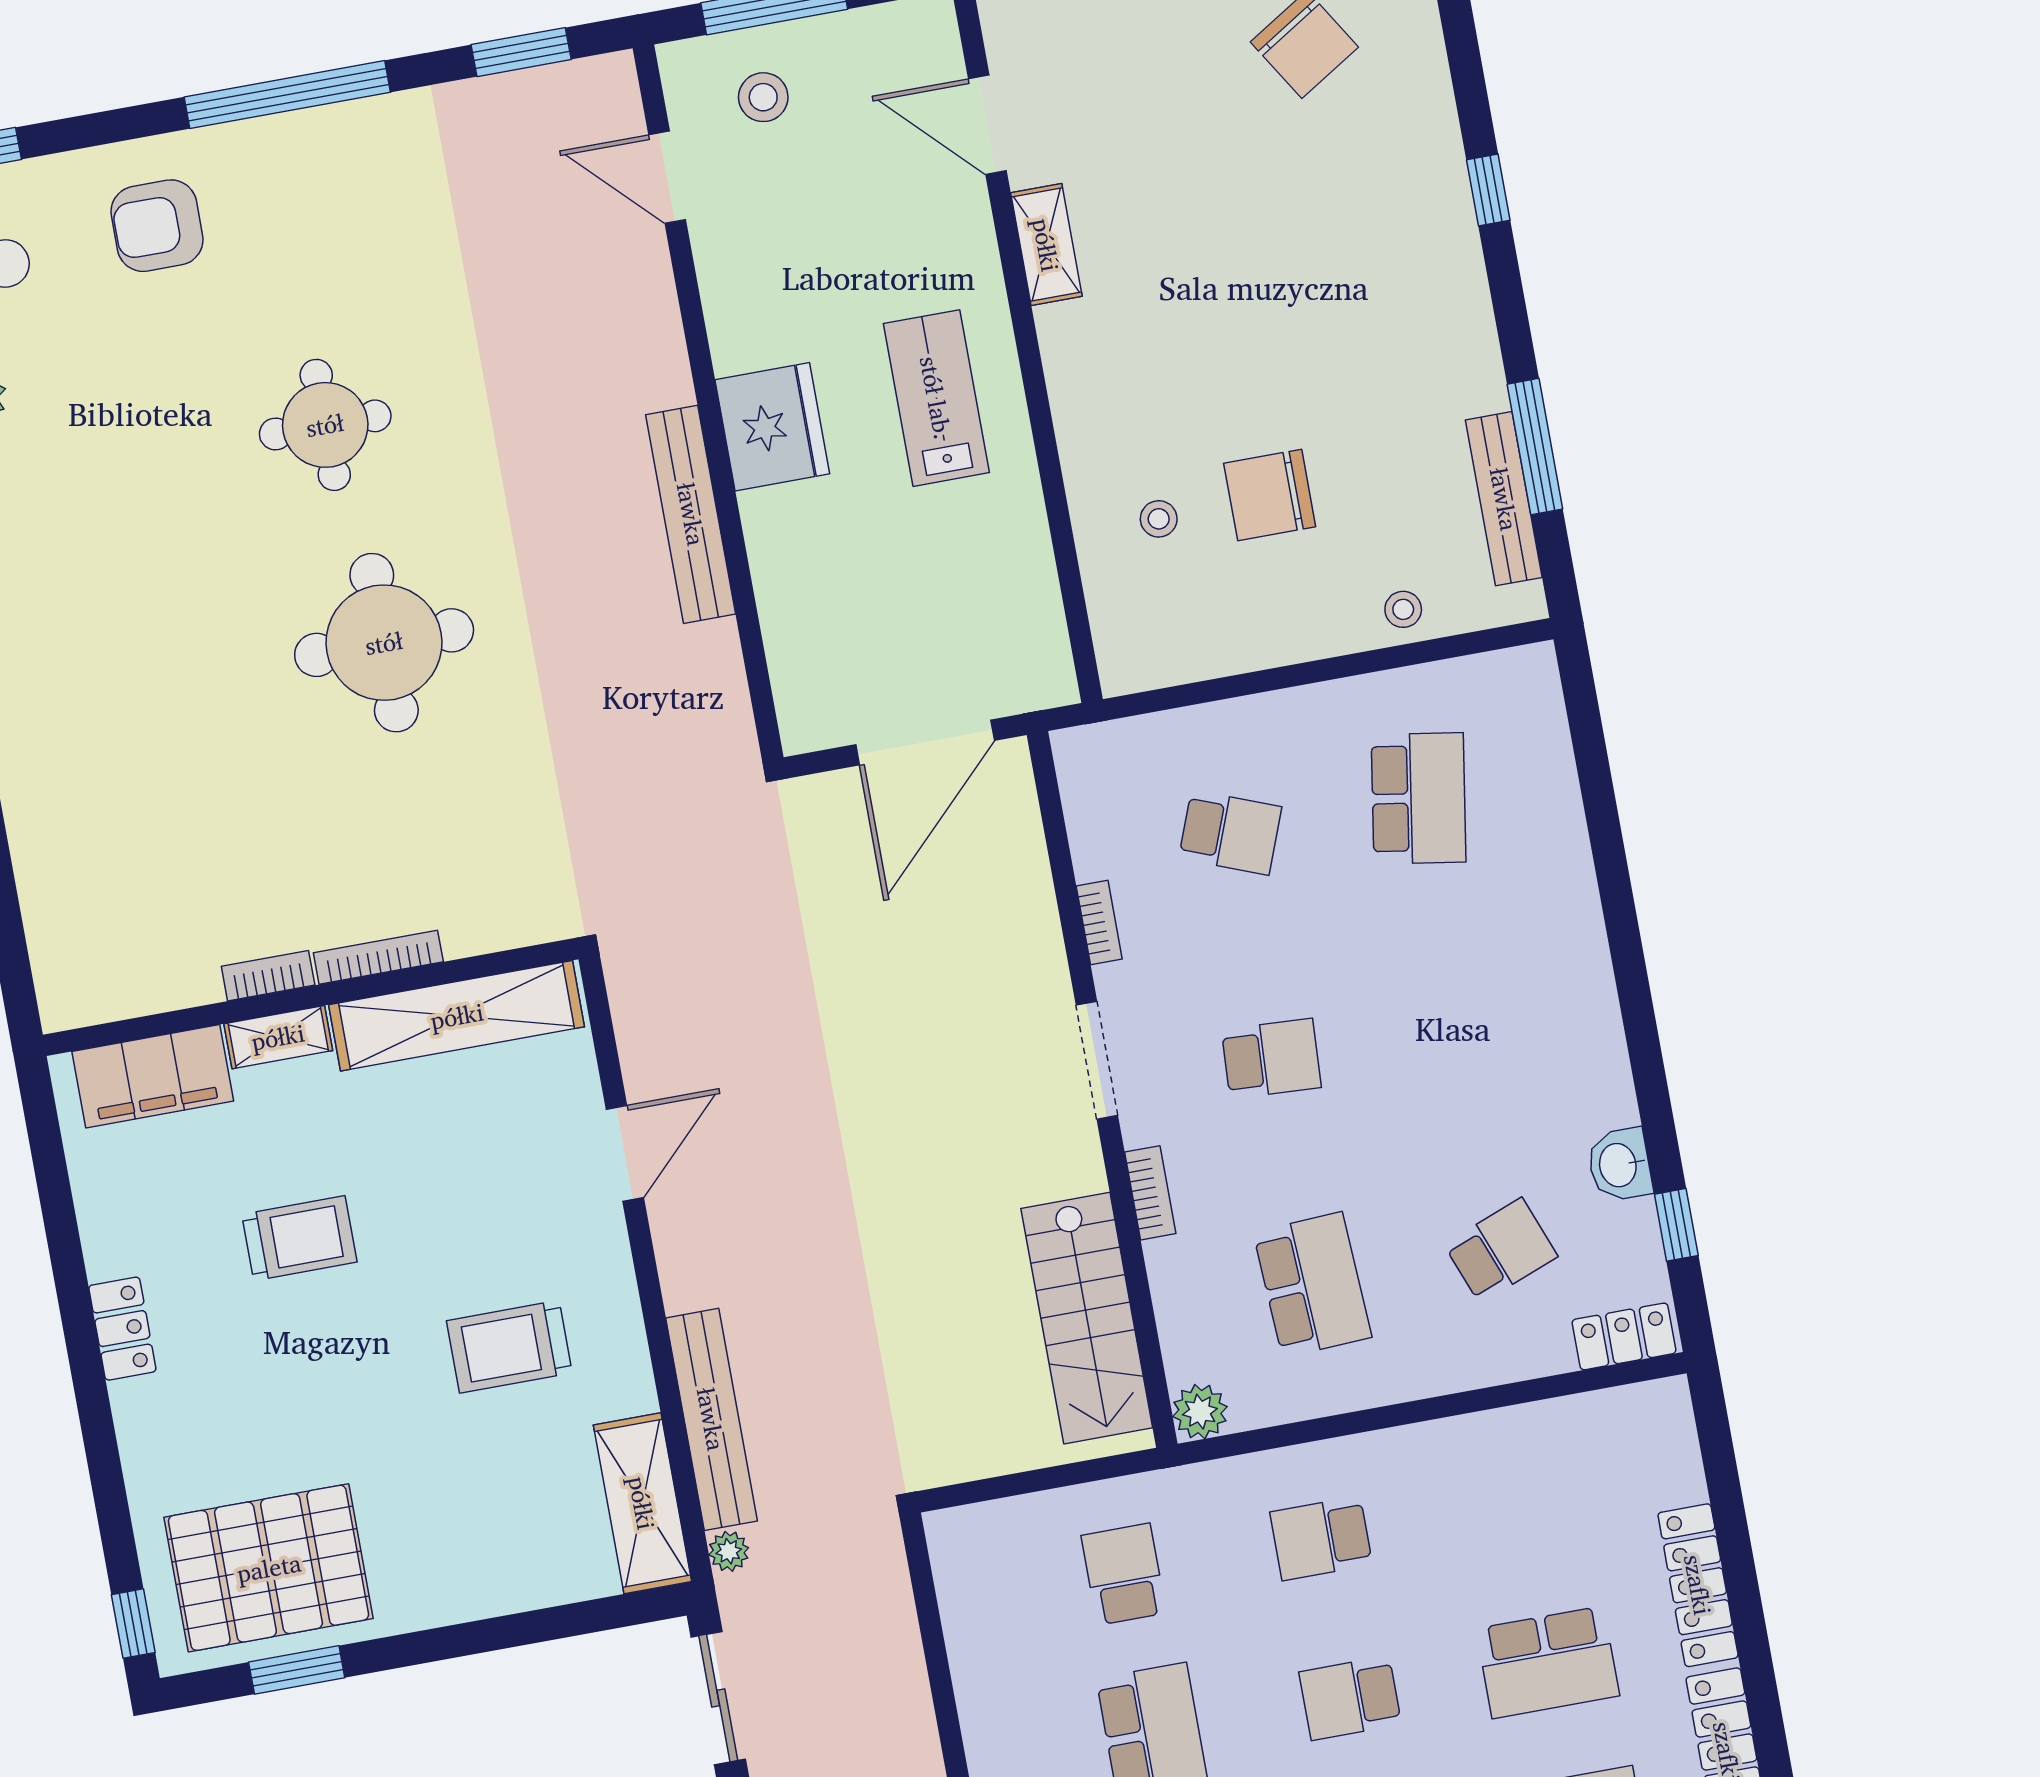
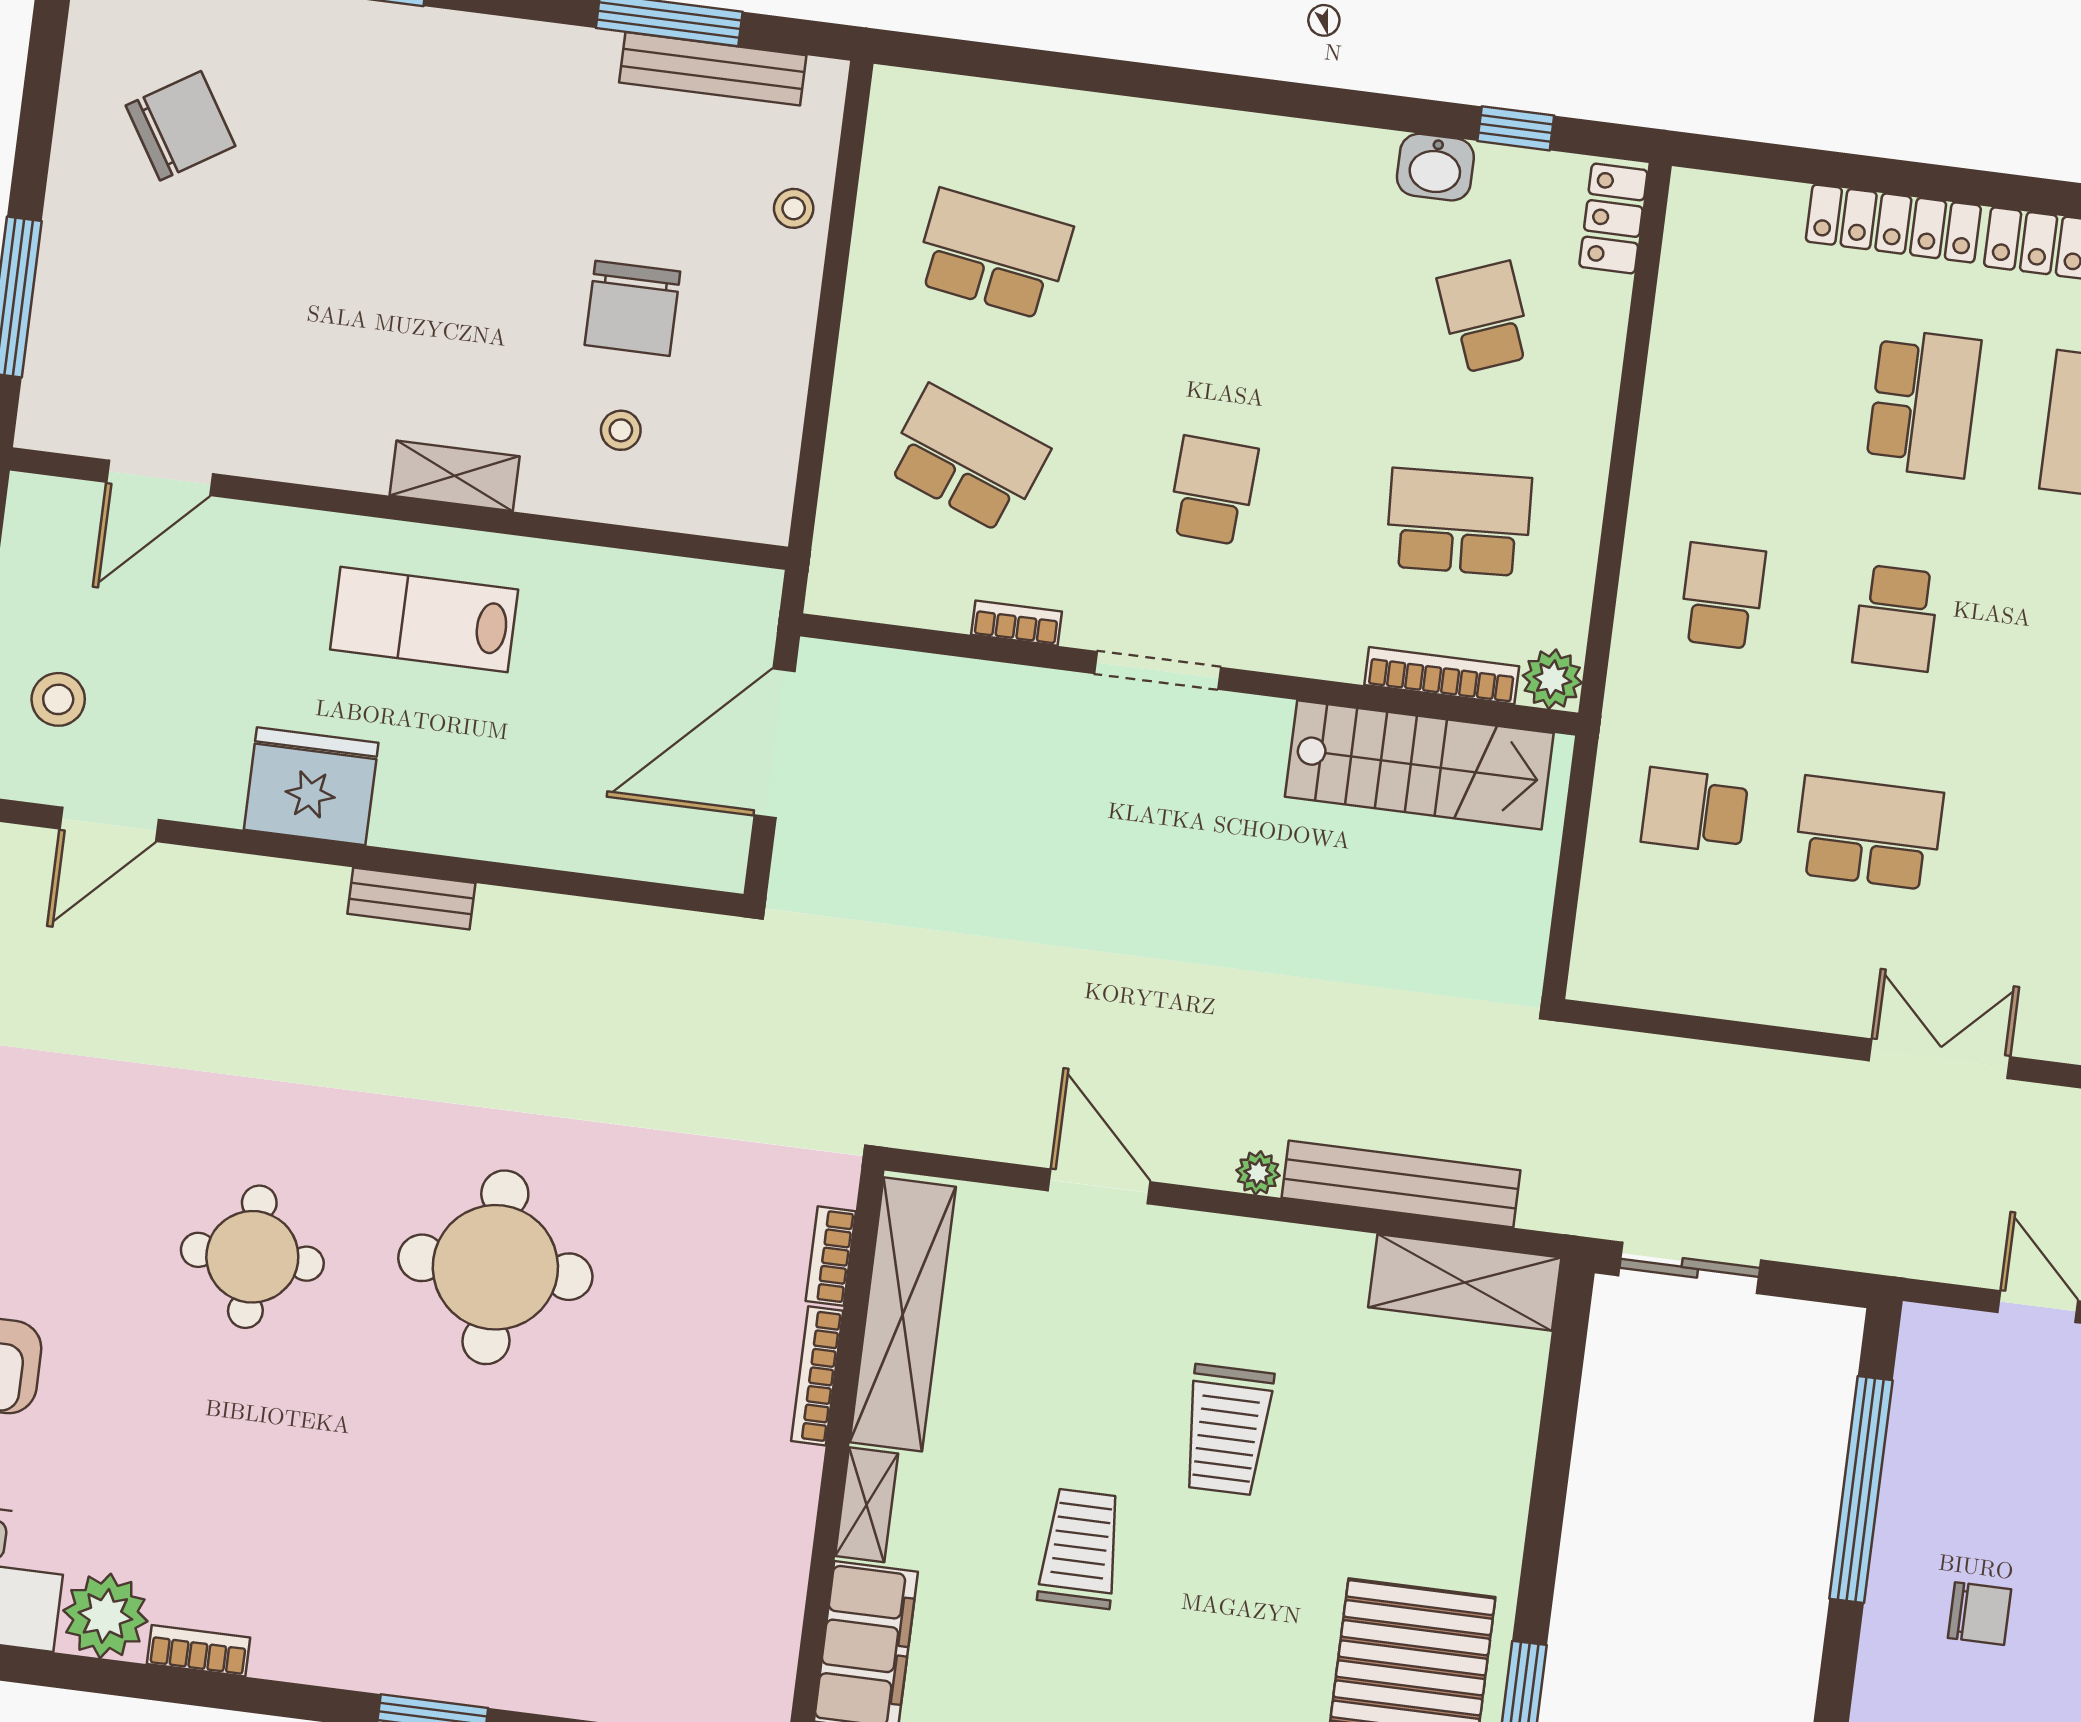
shelving: (1046, 245) -> (455, 476), moved
fridge: (772, 427) -> (311, 786), moved
bench: (691, 514) -> (411, 898), width x0.54, depth x0.82
door: (925, 742) -> (775, 743), swing flipped
school desk: (1230, 833) -> (967, 459), width x1.85
bookcase: (268, 976) -> (831, 1256), moved
bookcase: (1150, 1193) -> (1442, 676), moved, width x1.56
trolley: (509, 1347) -> (1227, 1430), moved
school desk: (1321, 1538) -> (1722, 596), turned 180
plant: (729, 1551) -> (1258, 1173), moved

